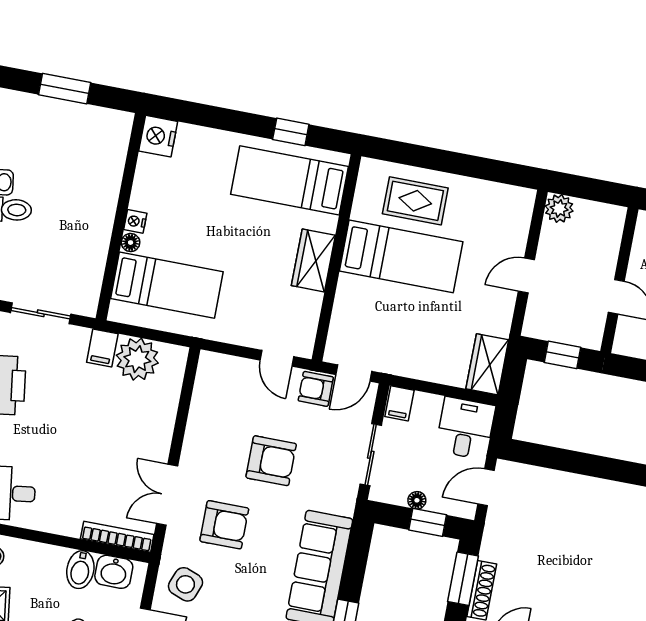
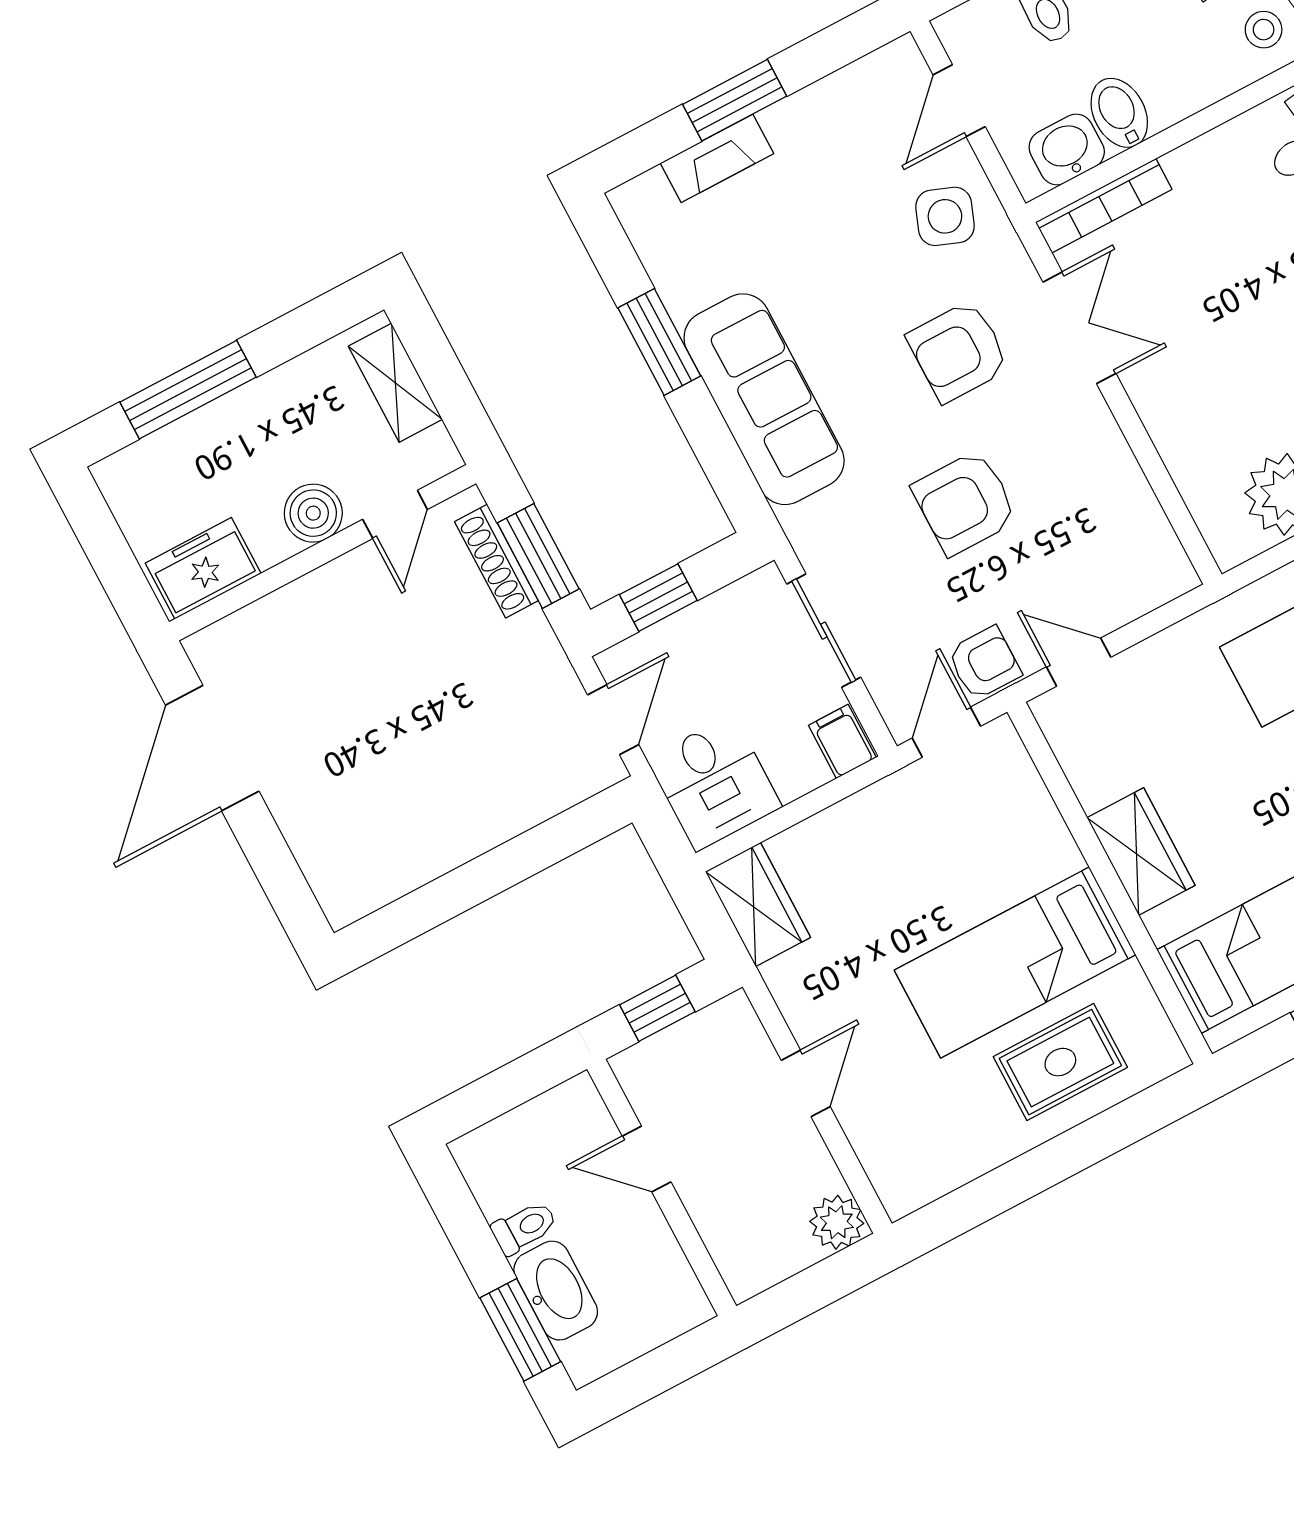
floor lamp: (417, 500) -> (701, 618), removed

